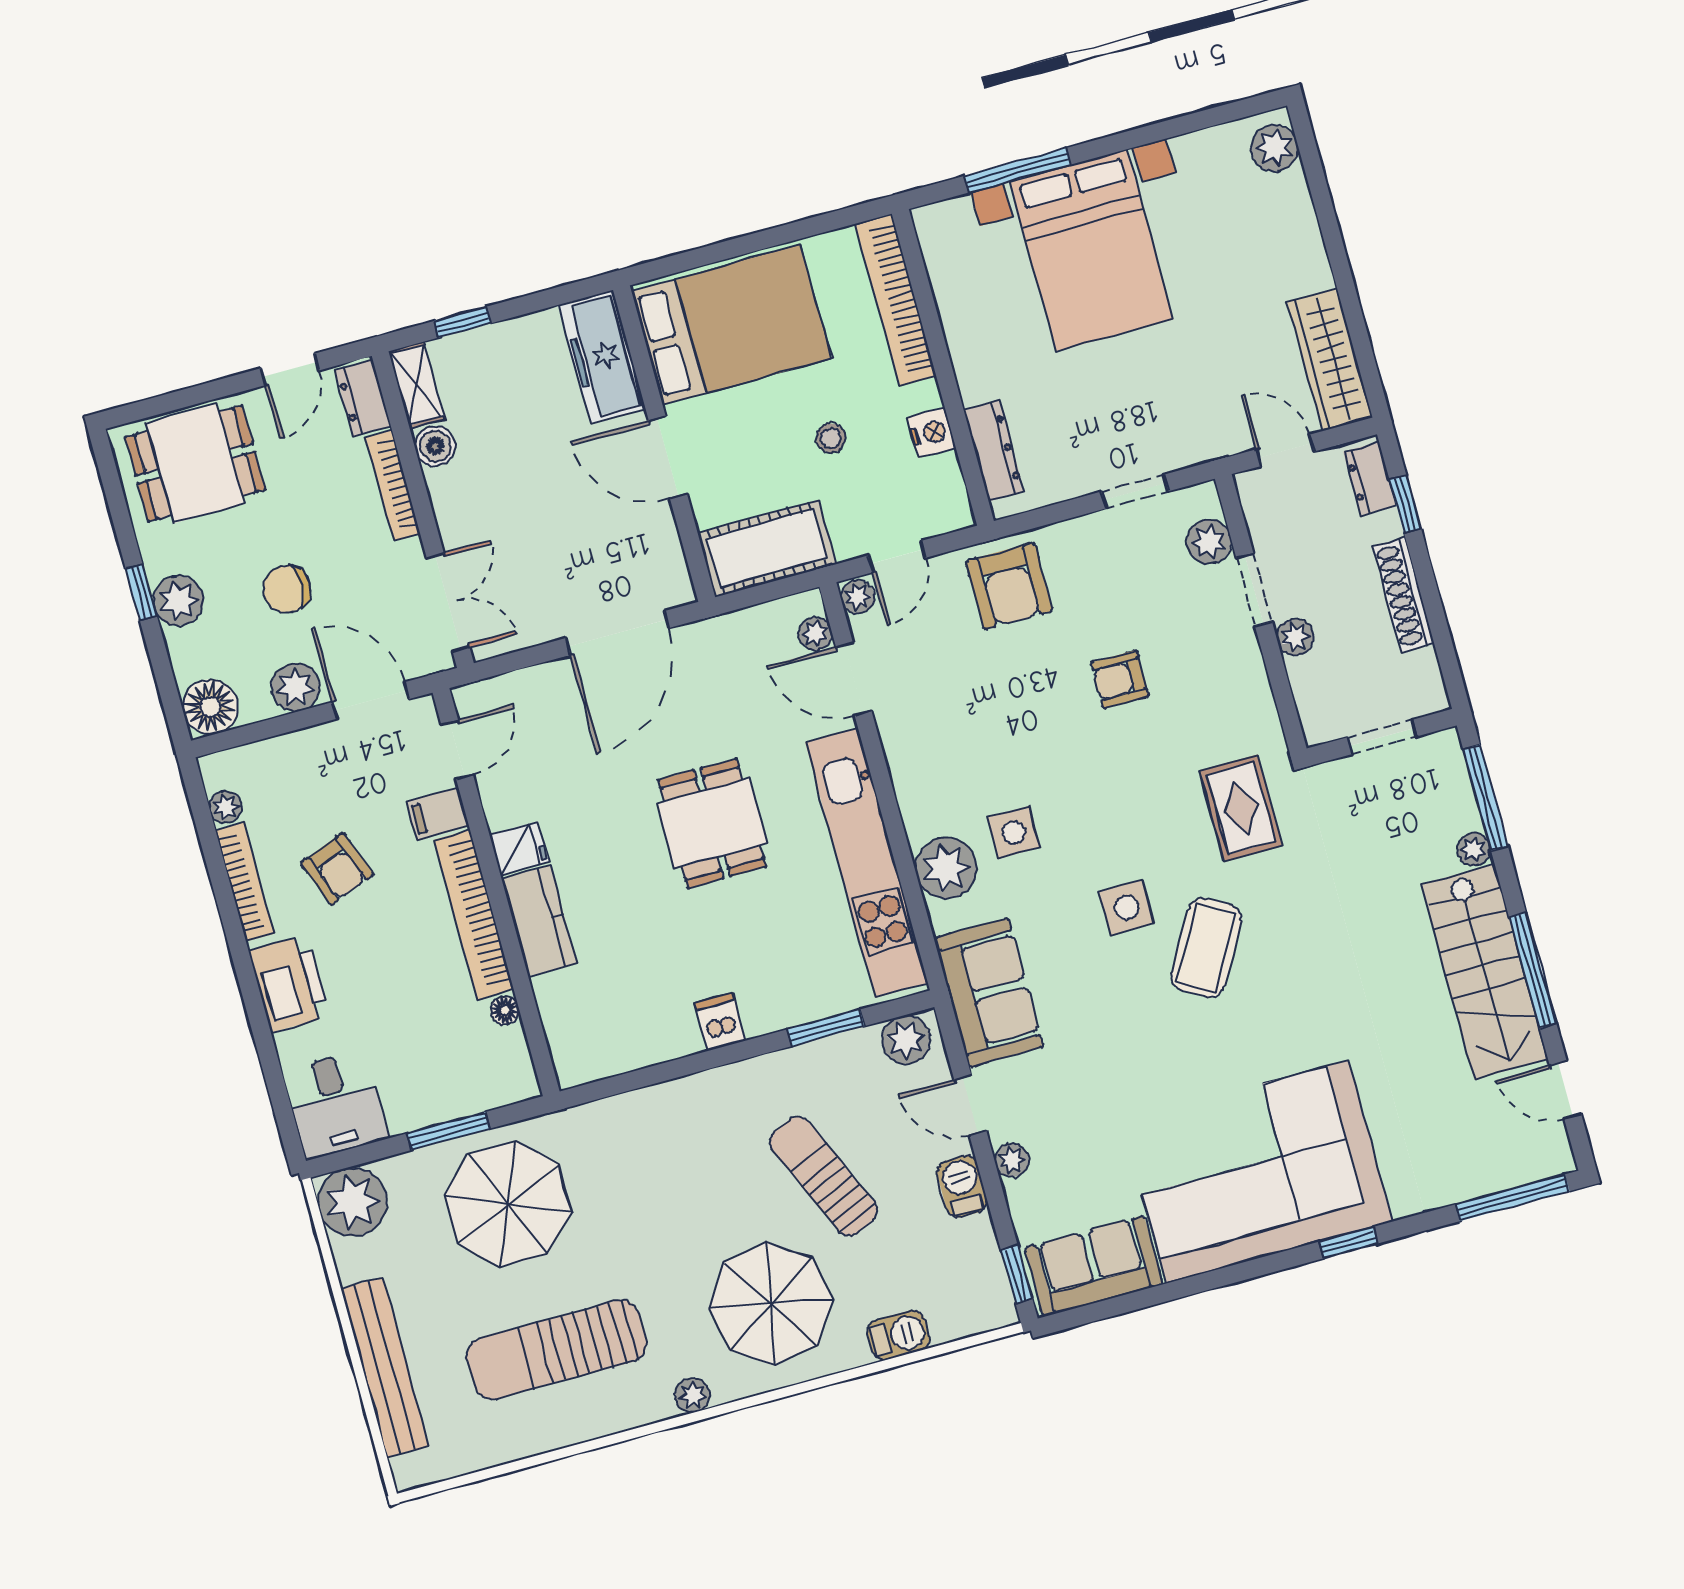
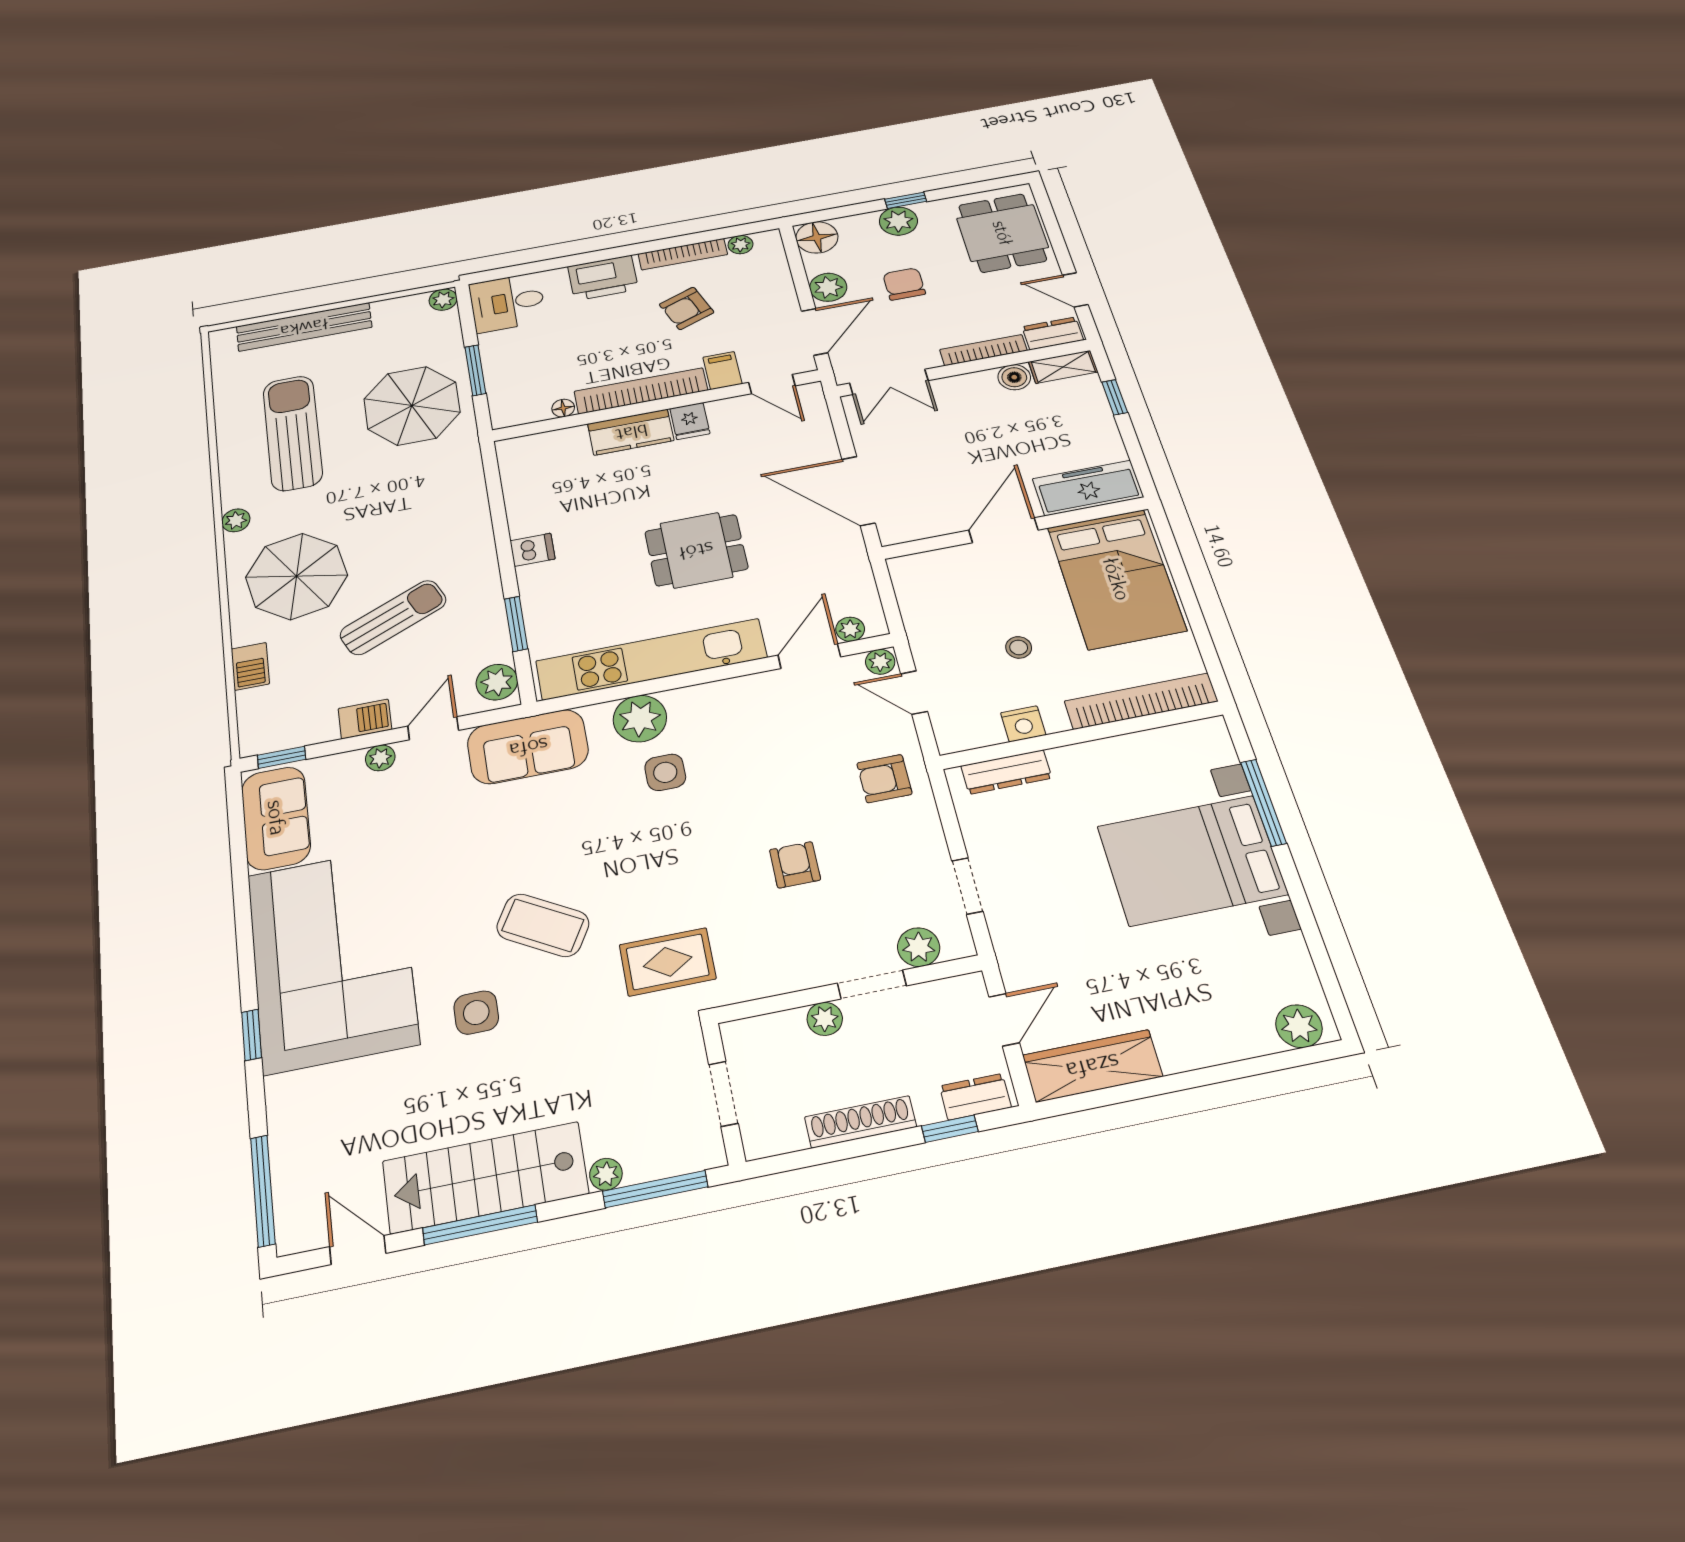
cot: (767, 548) -> (925, 597), removed
armchair: (1009, 586) -> (884, 779), width x0.72, depth x0.72
side table: (1127, 908) -> (476, 1013), moved
door: (1565, 1090) -> (358, 1250), hinge flipped
plant: (352, 1202) -> (443, 300), width x0.53, depth x0.53

